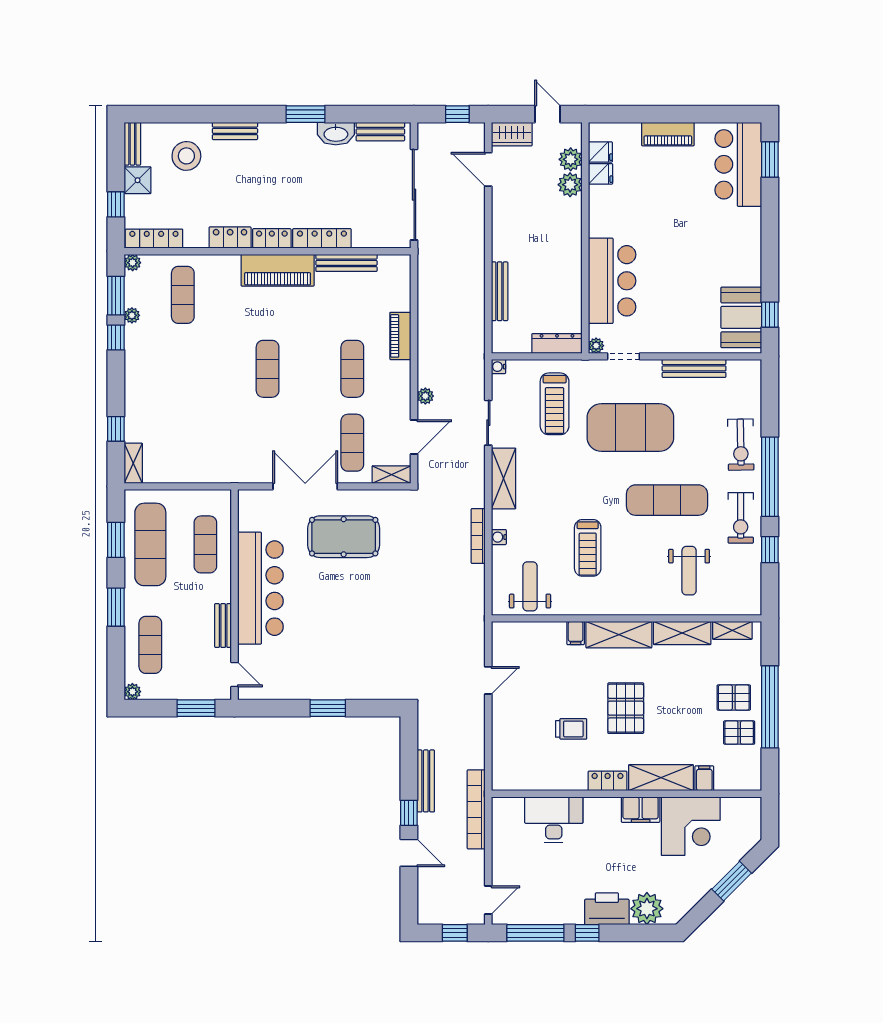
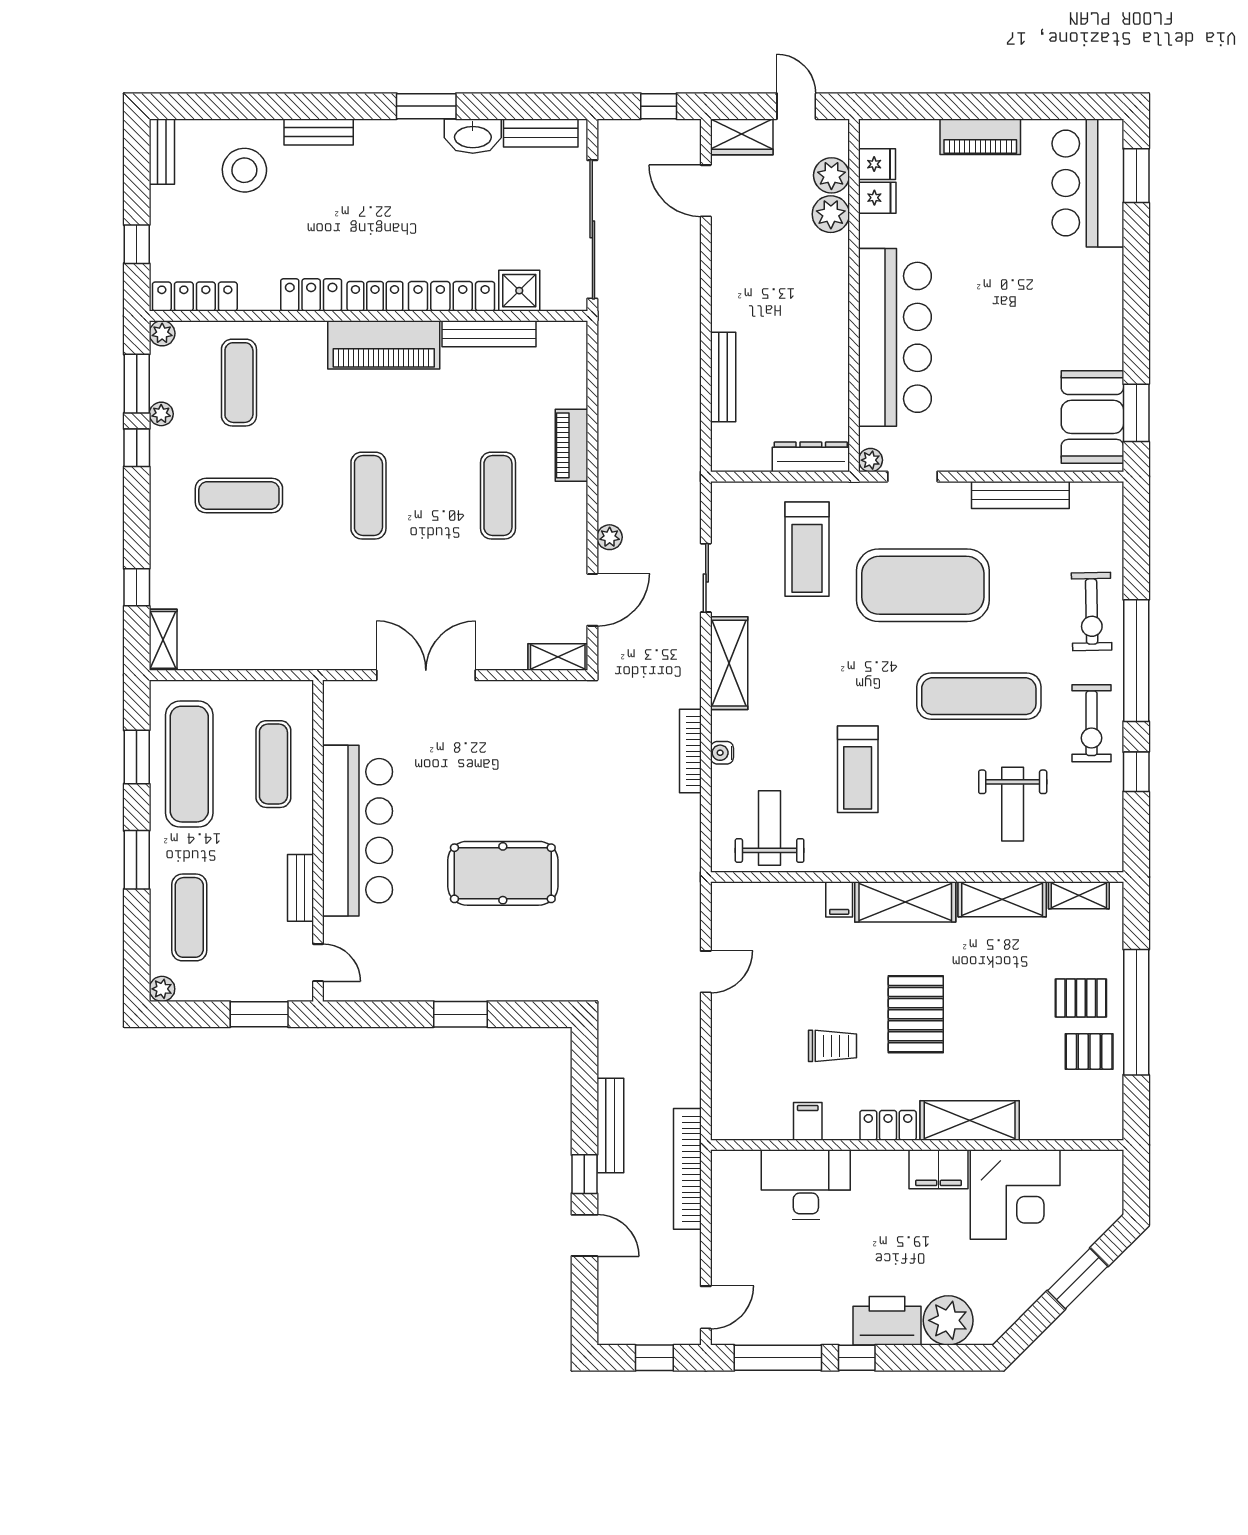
shower: (138, 180) -> (519, 291), moved
bar counter: (612, 281) -> (895, 337), width x1.36
window: (770, 315) -> (1136, 413), width x1.50
water cooler: (499, 367) -> (721, 492), removed
exercise mat: (352, 443) -> (239, 496), moved, turned 90
pool table: (344, 537) -> (503, 873), moved
filing cabinet: (704, 778) -> (808, 1121), moved

